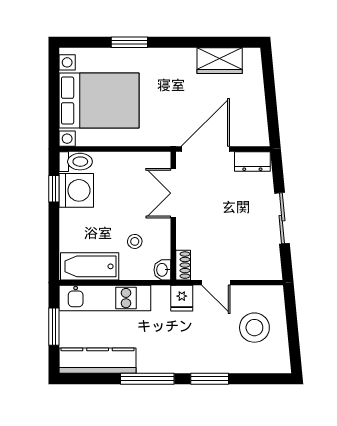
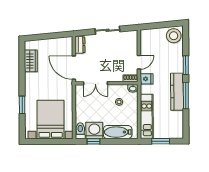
bathtub: (90, 266) -> (118, 132), moved, turned 90
stool: (254, 328) -> (174, 36), moved
kitchen counter: (98, 361) -> (177, 92), moved

